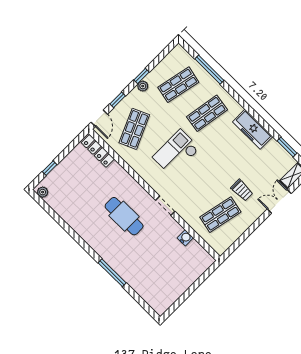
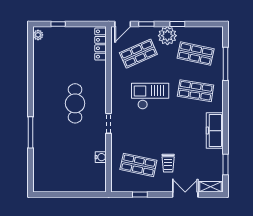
plant: (143, 86) -> (167, 36), width x1.88, depth x1.88
window: (244, 236) -> (140, 195), added

